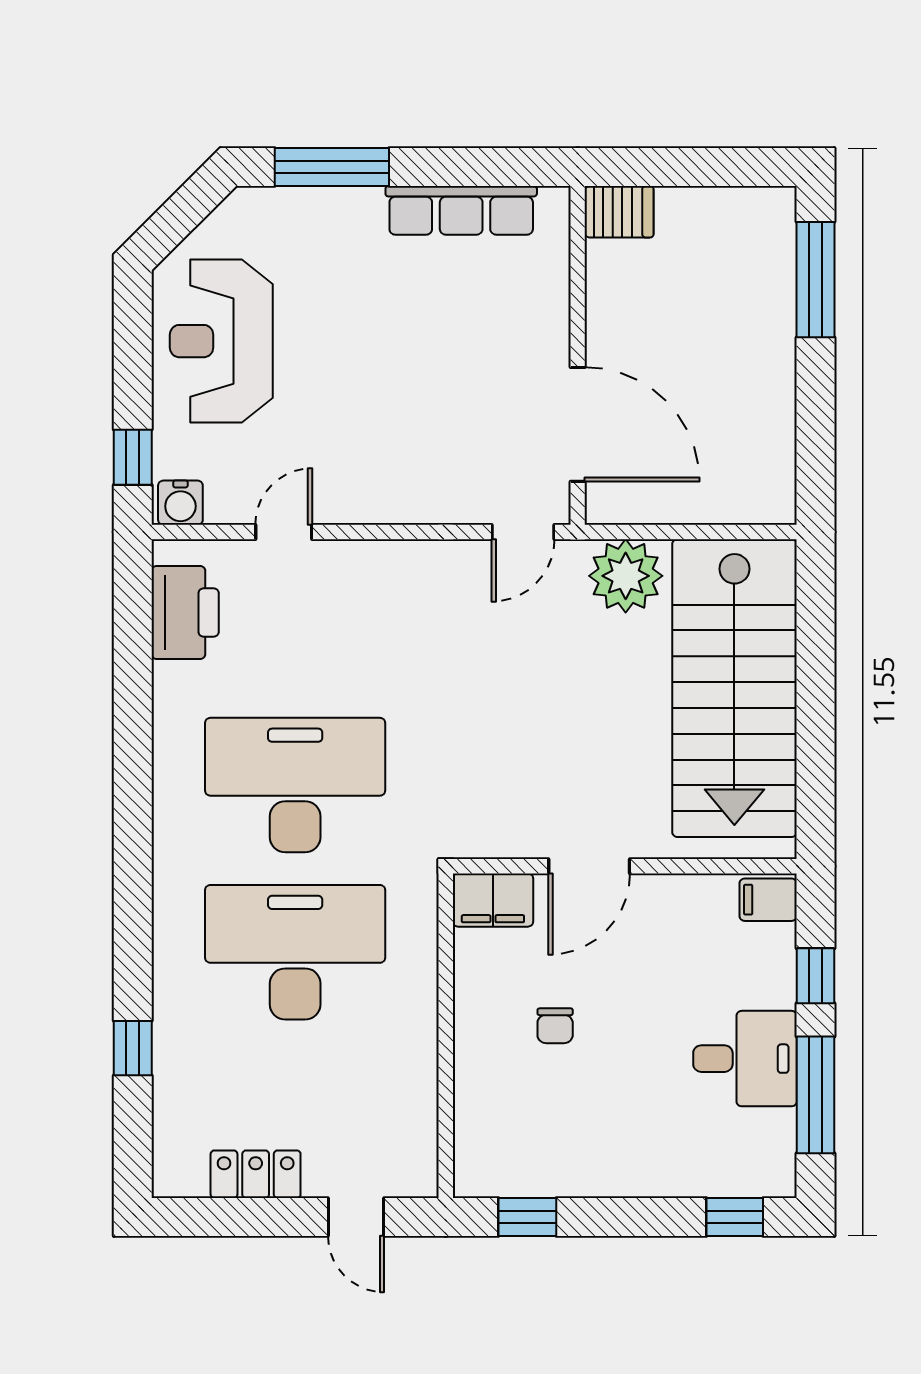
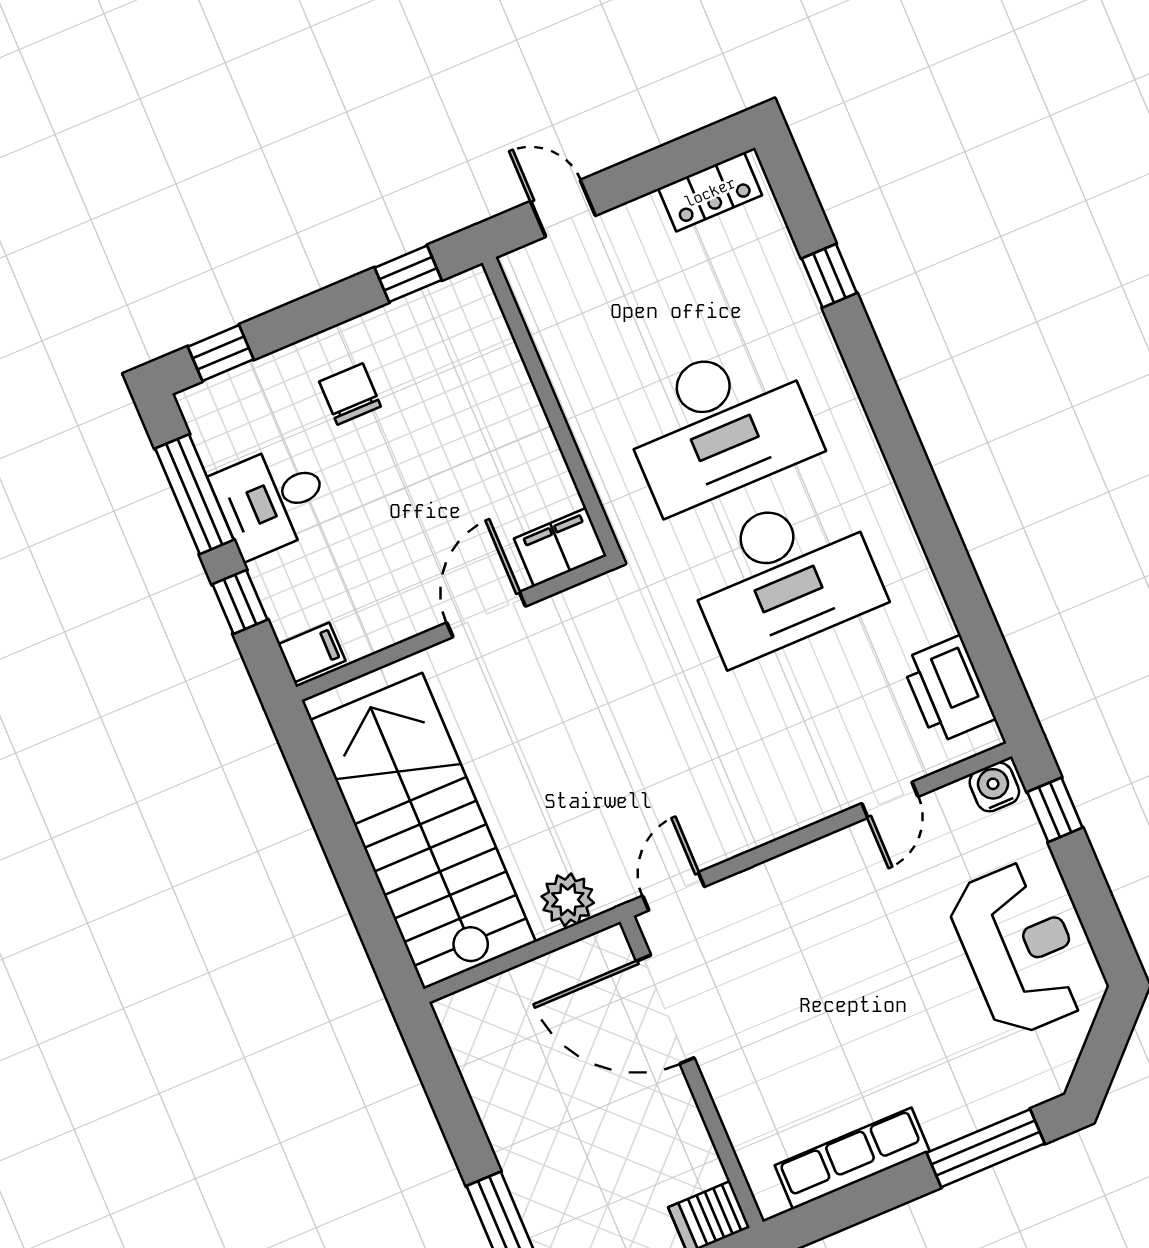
plant: (626, 576) -> (568, 900), width x0.73, depth x0.73
chair: (555, 1026) -> (350, 394), moved, width x1.37, depth x1.37
locker: (256, 1174) -> (710, 192), moved

